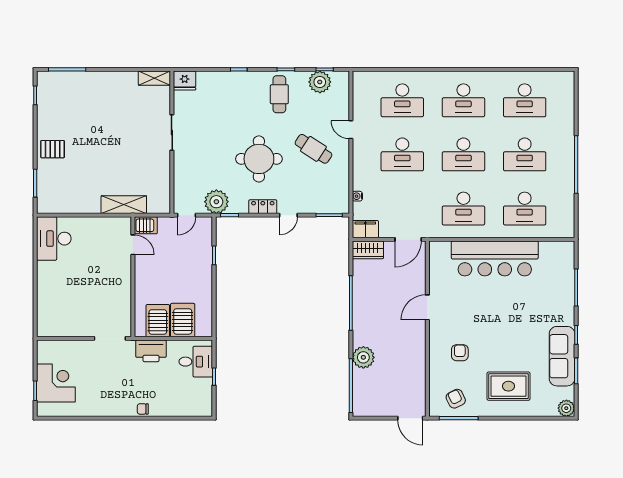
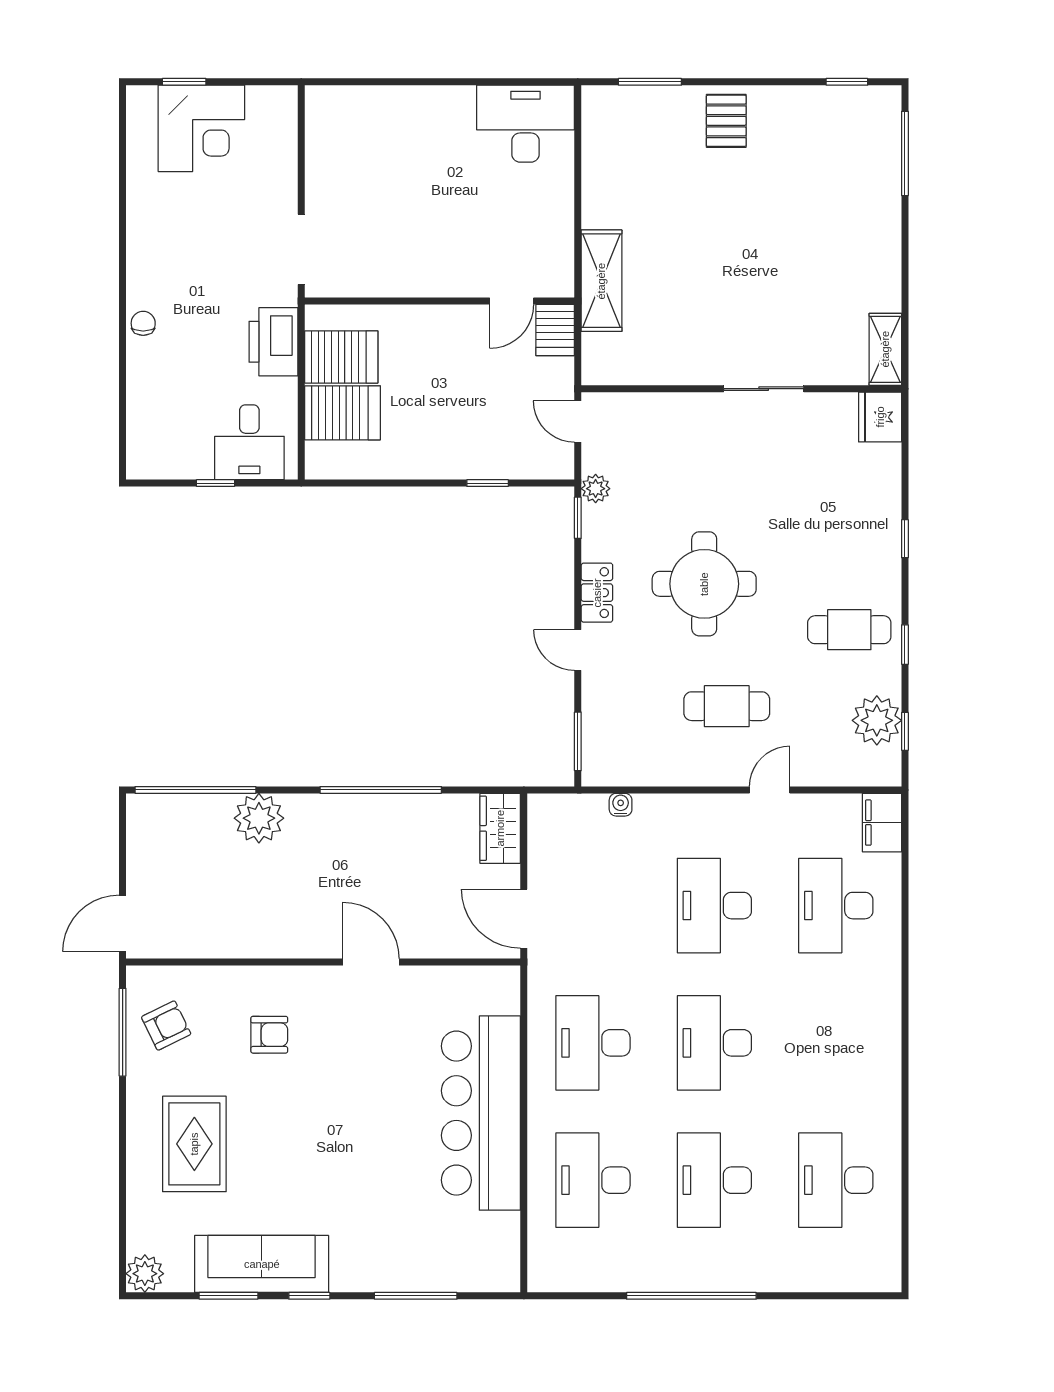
desk: (463, 100) -> (836, 1043), removed
cafe table: (313, 149) -> (727, 706), turned 57
plant: (216, 202) -> (596, 489), width x0.53, depth x0.53
filing cabinet: (365, 229) -> (882, 823), moved, turned 180

